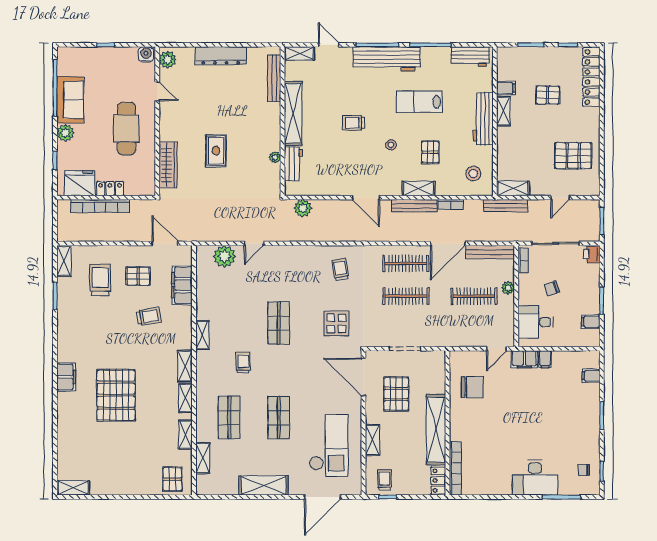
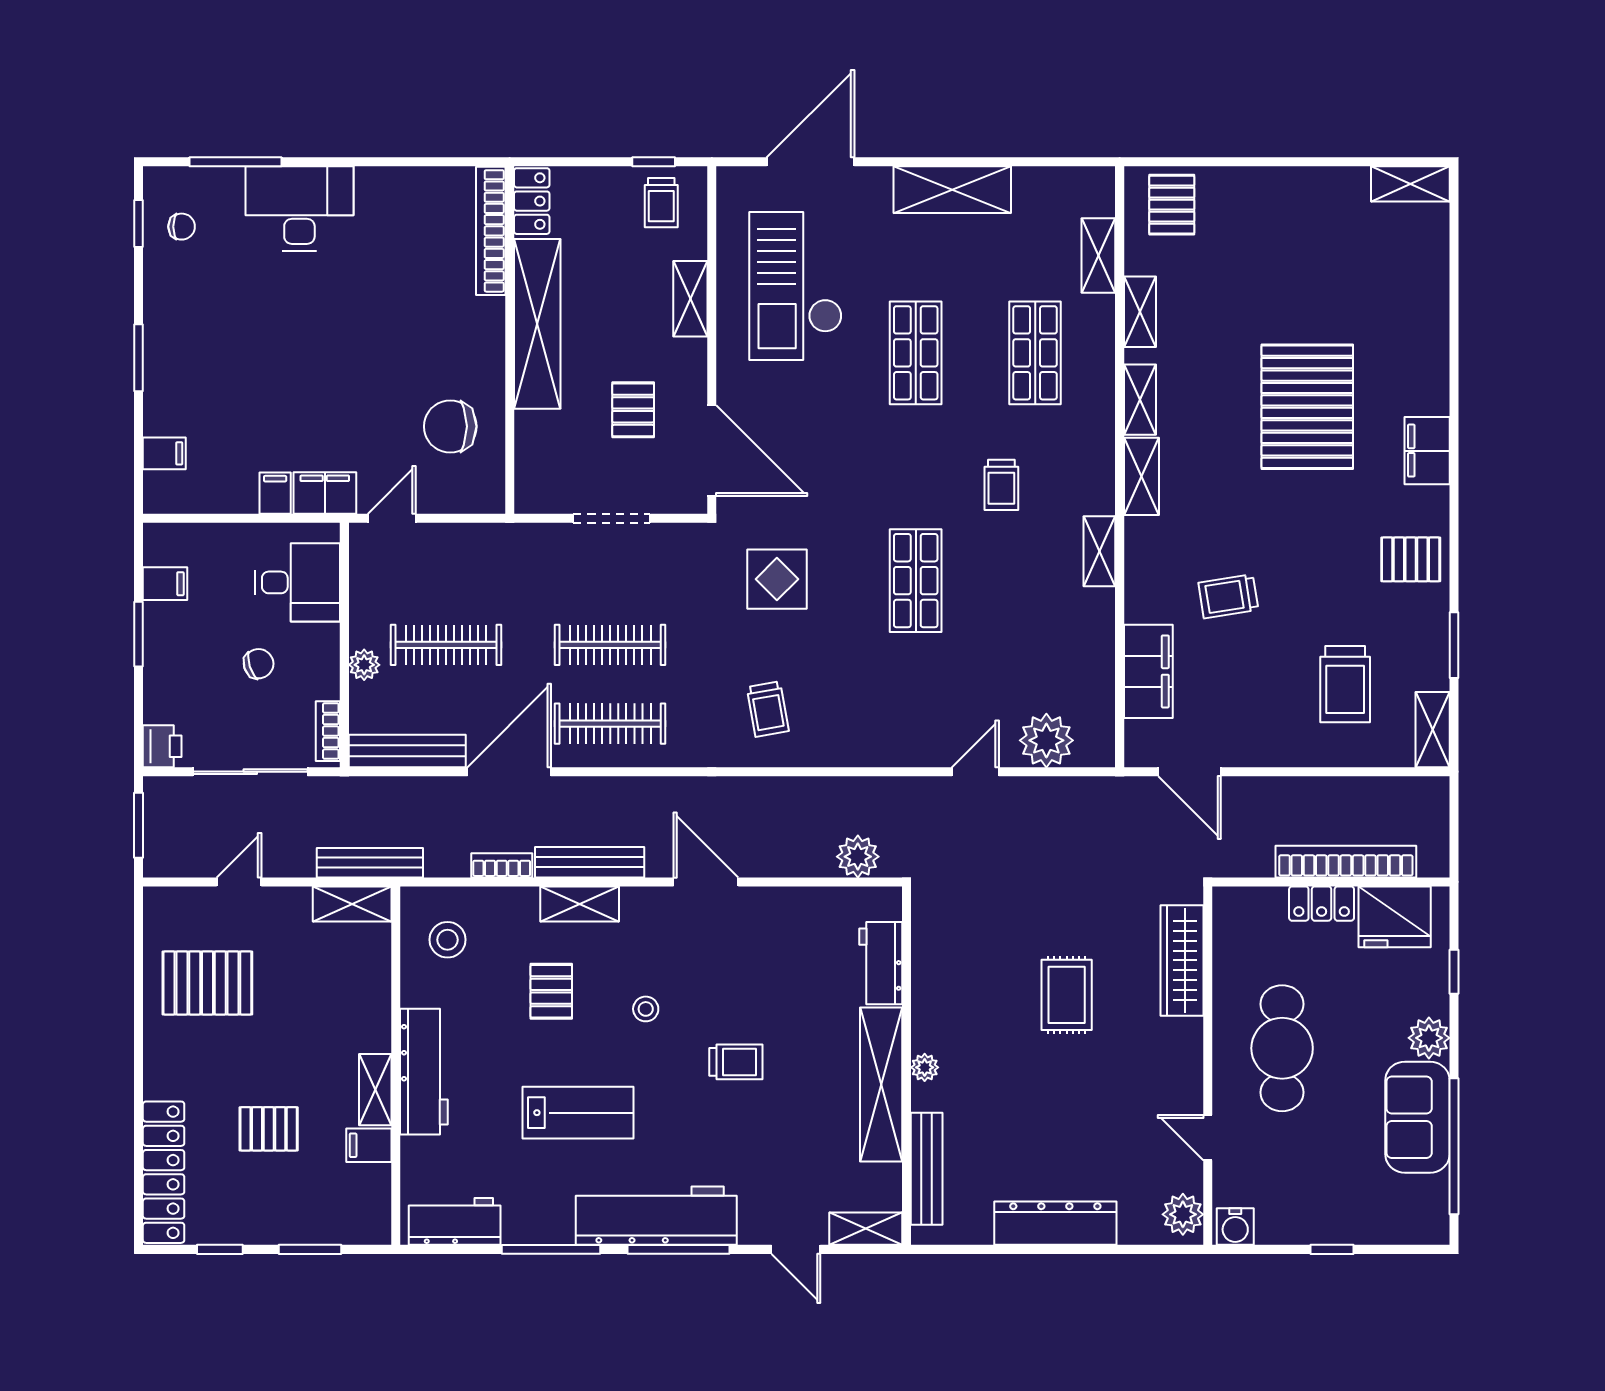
plant: (275, 157) -> (925, 1067), moved
pallet: (138, 276) -> (1411, 559), moved
pallet: (396, 394) -> (633, 410), width x0.67, depth x0.71

